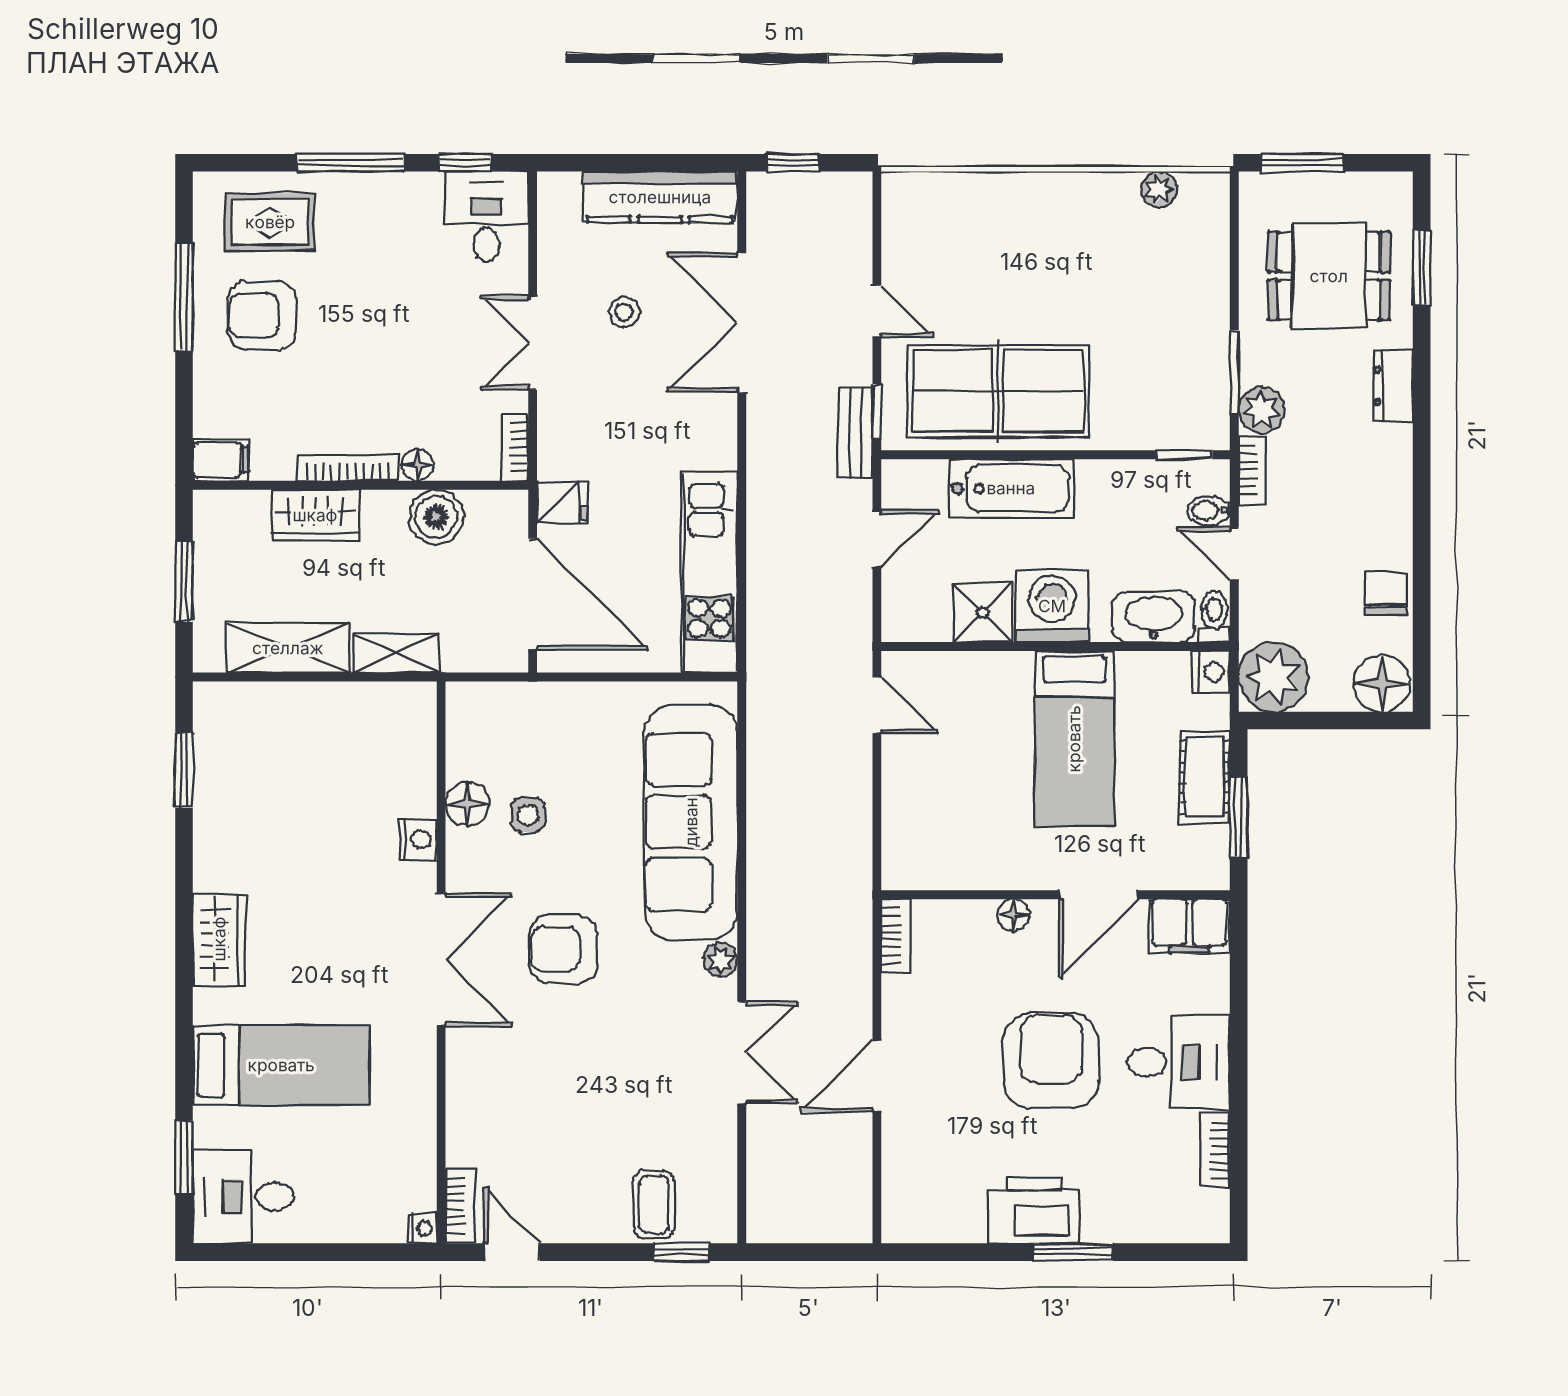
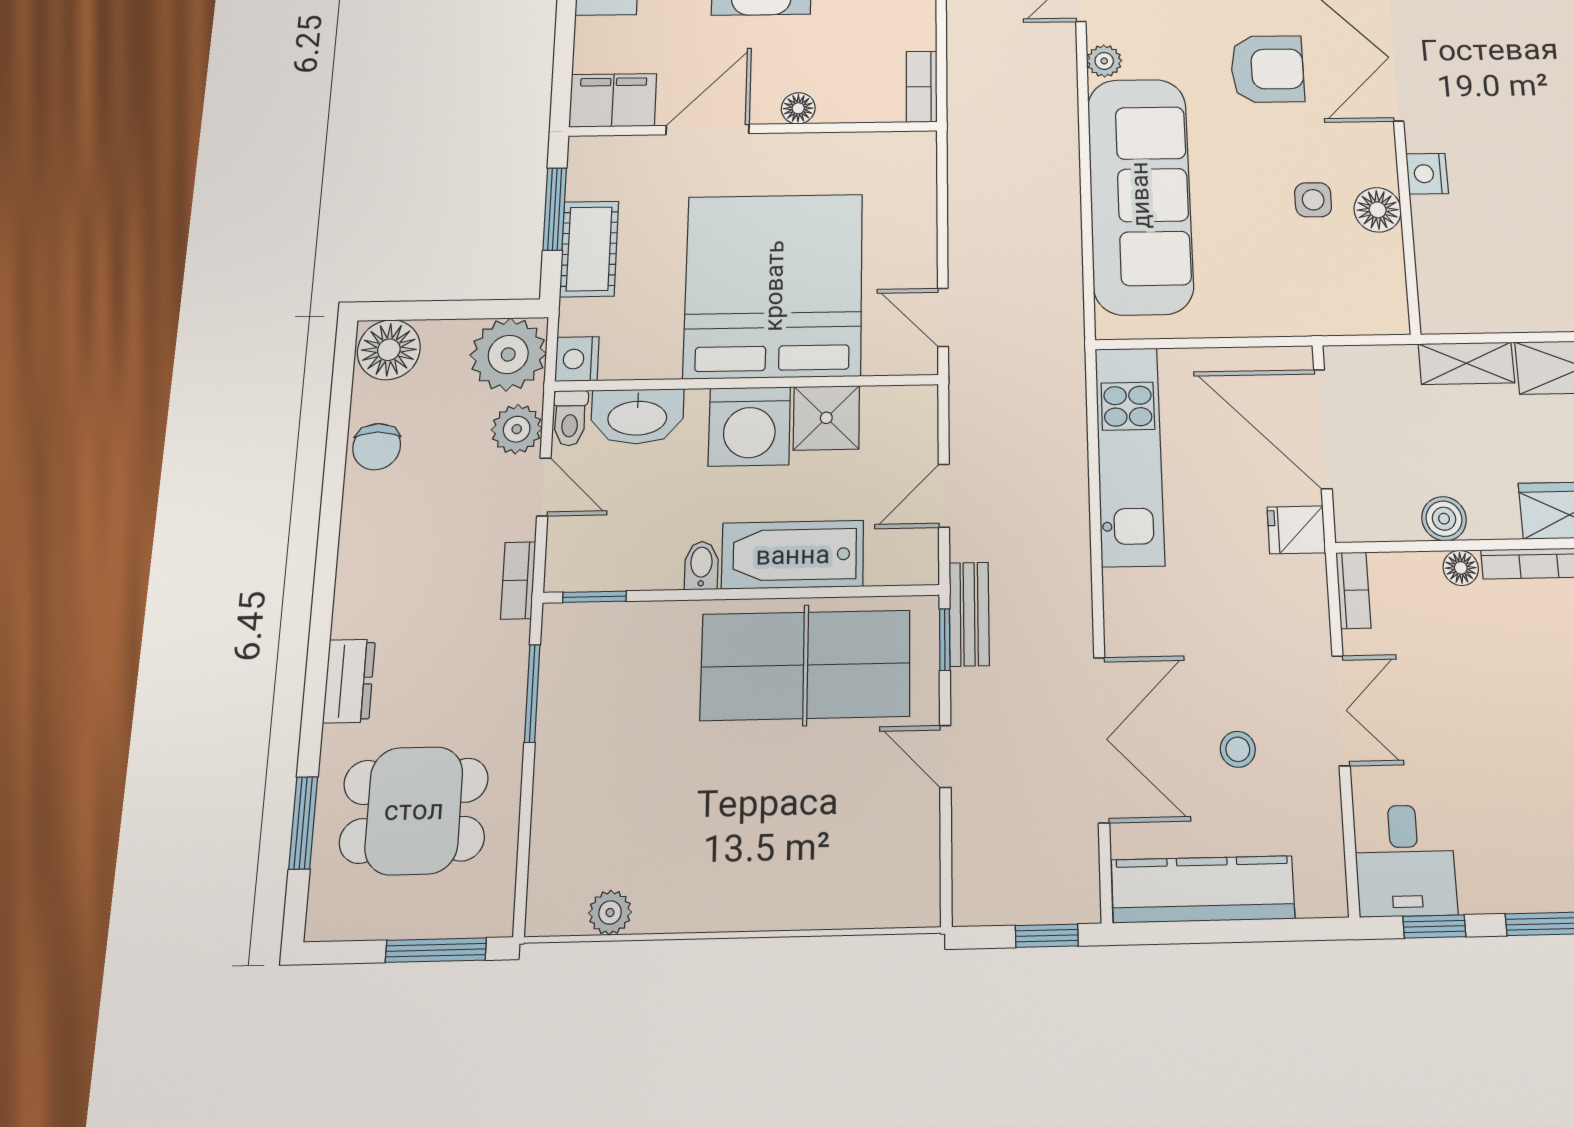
plant: (1261, 410) -> (517, 429), moved
bidet: (1208, 511) -> (701, 565), moved, turned -90
boiler: (436, 517) -> (1444, 519), width x0.73, depth x0.73
bed: (1074, 739) -> (774, 286), width x2.04

